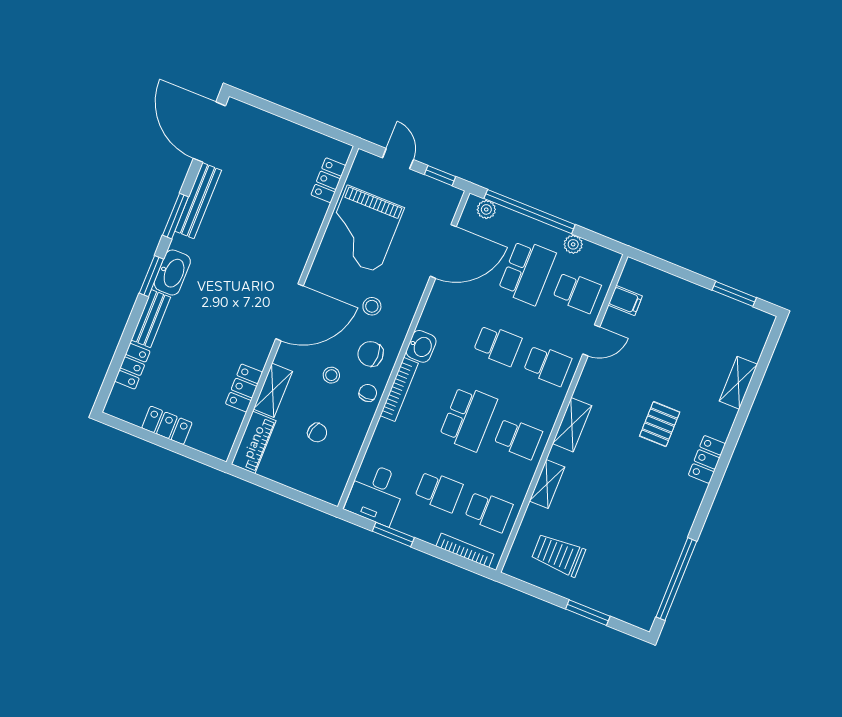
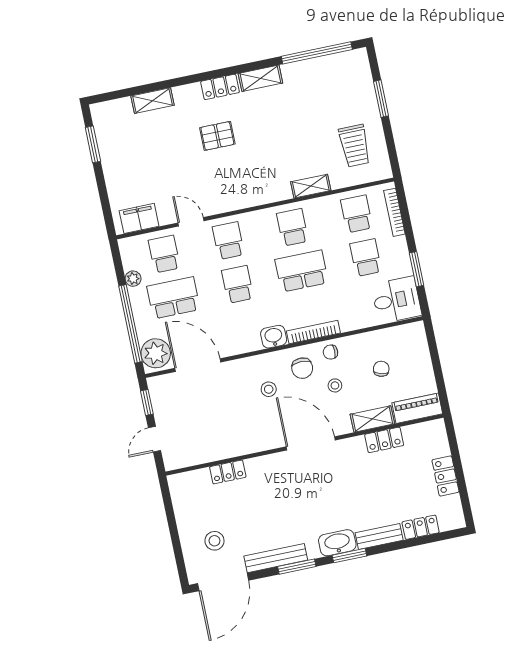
stool: (256, 151) -> (214, 541), added
locker: (328, 180) -> (228, 472), moved
plant: (486, 209) -> (156, 353), width x1.87, depth x1.87
grand piano: (363, 229) -> (220, 431), removed
filing cabinet: (625, 301) -> (139, 218), width x2.00
shelving: (572, 425) -> (260, 78), moved

